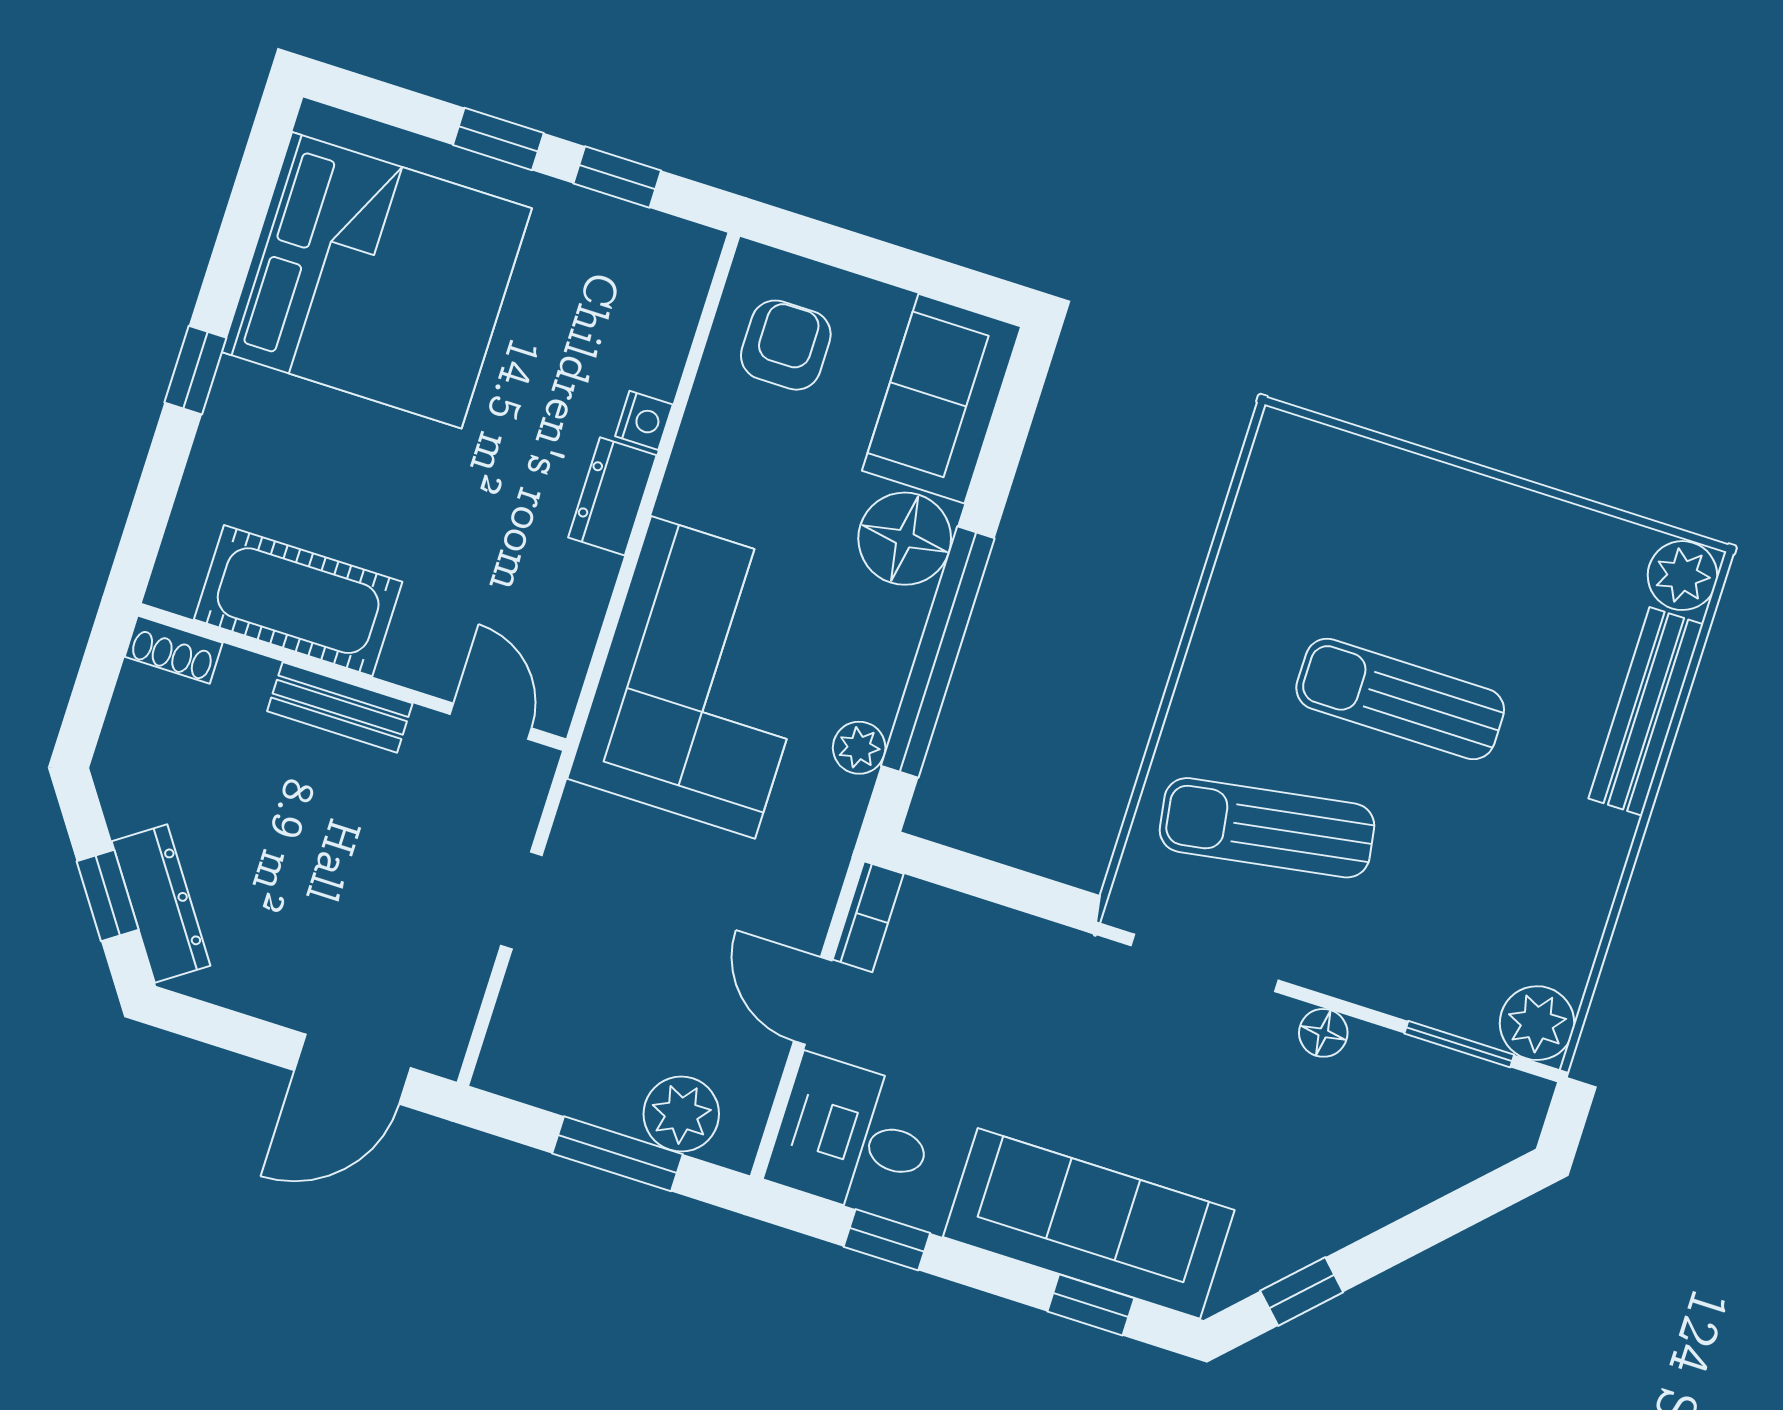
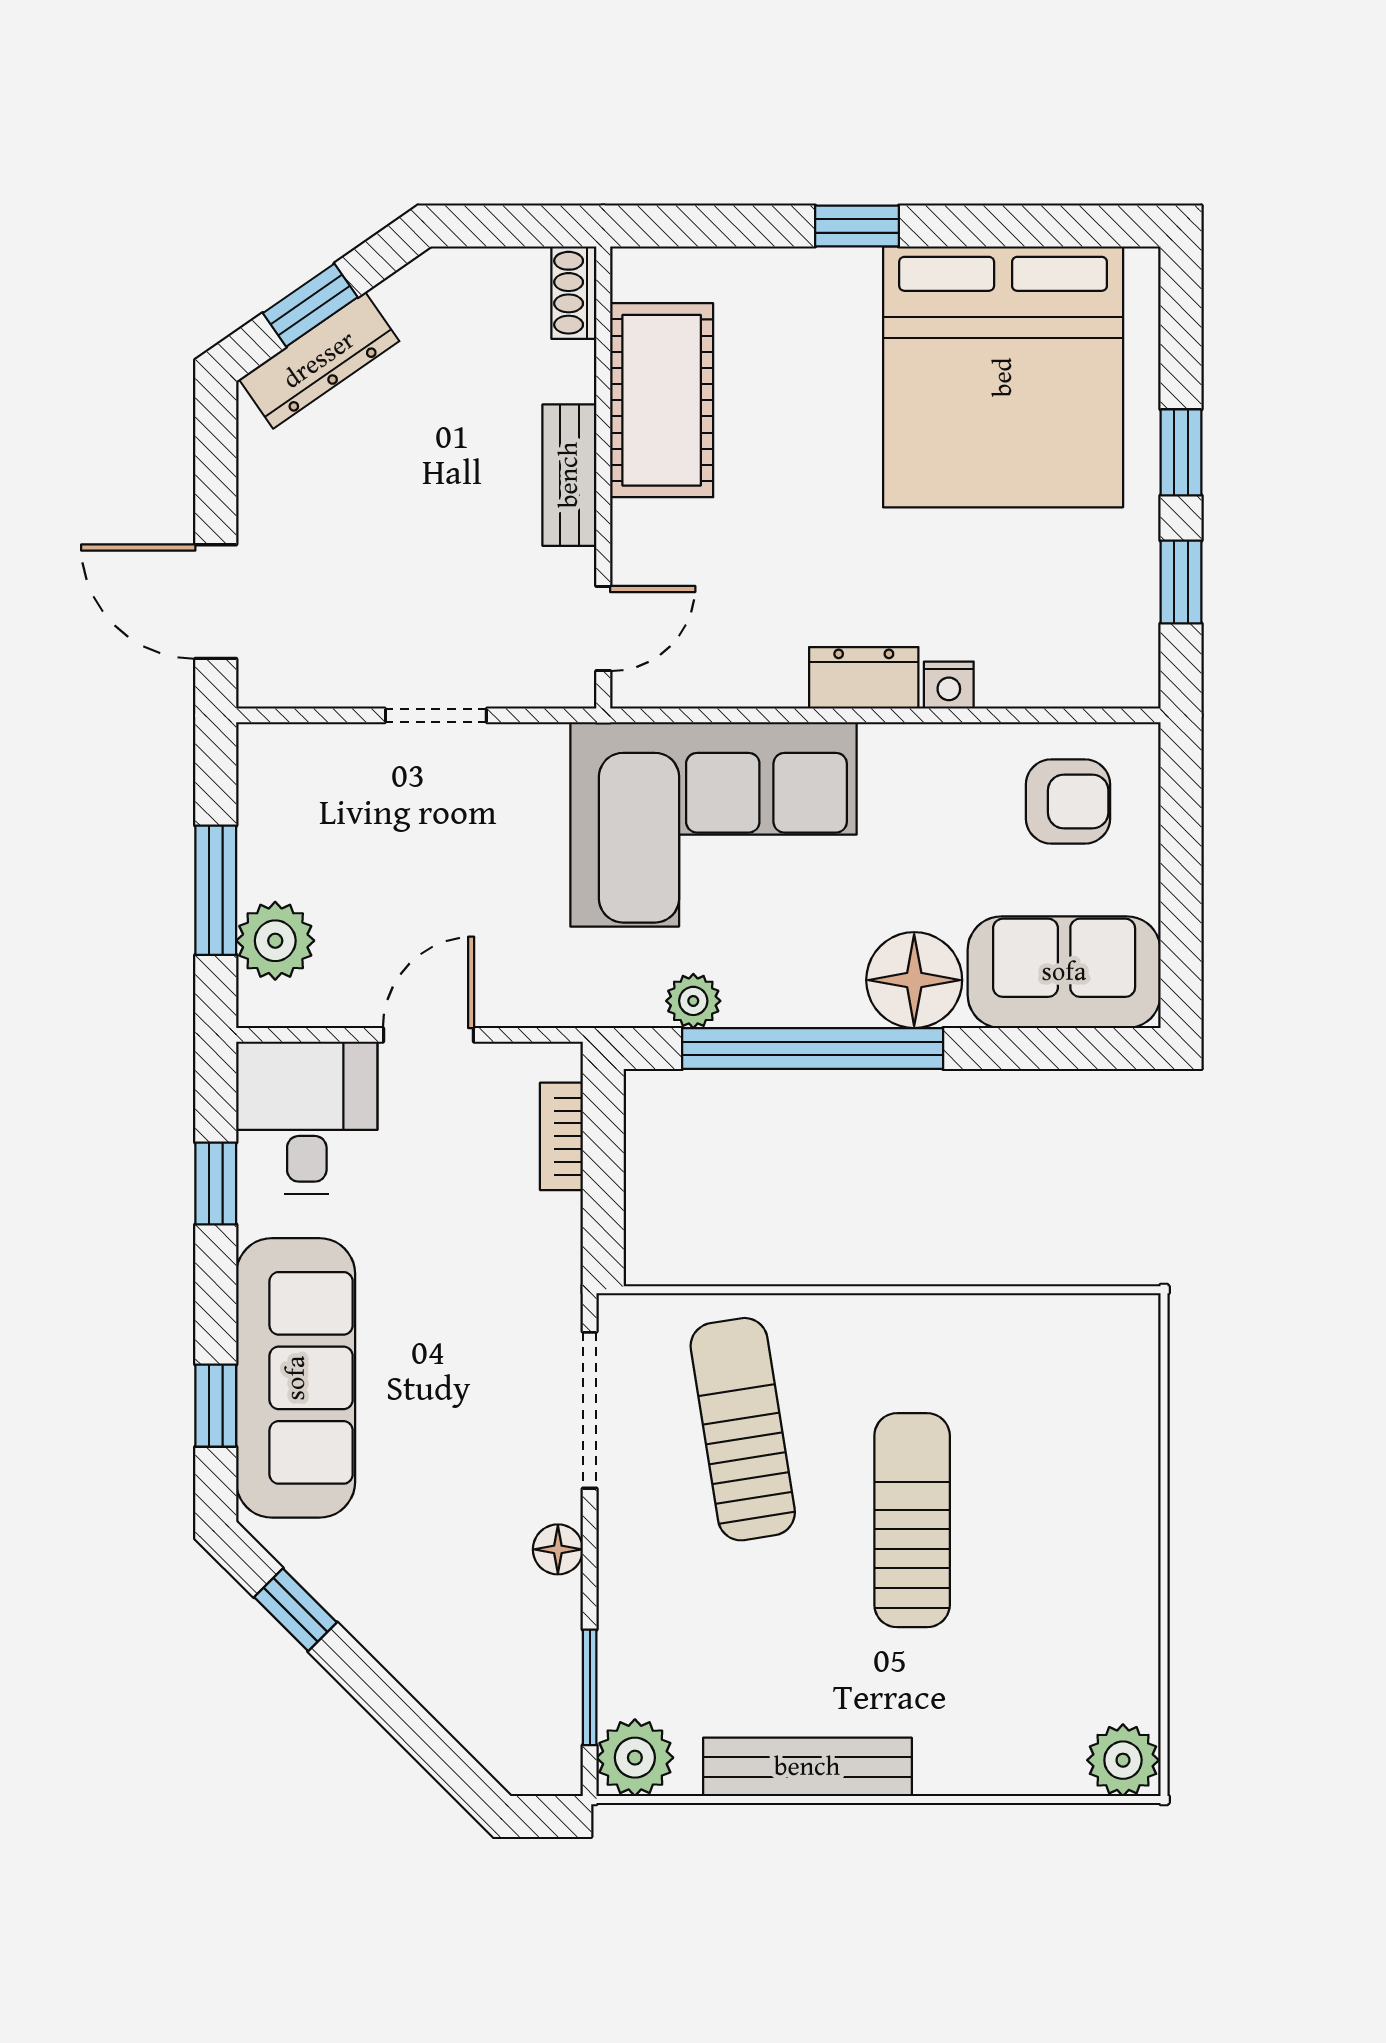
bench: (1646, 711) -> (807, 1767), moved
bookcase: (868, 917) -> (561, 1136), moved, turned 90

